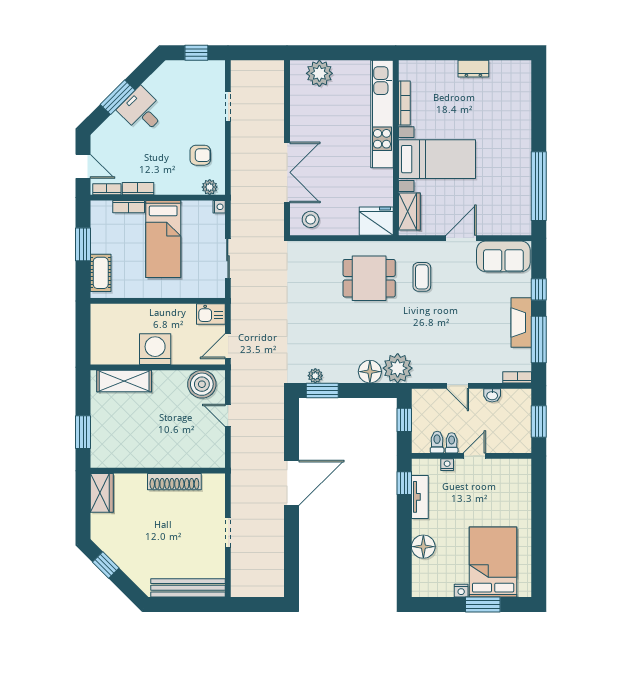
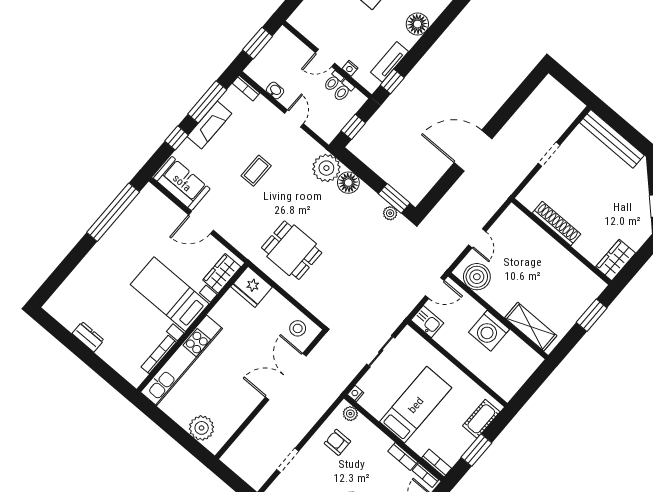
bookcase: (129, 207) -> (437, 463), moved
coffee table: (422, 277) -> (256, 171), moved

